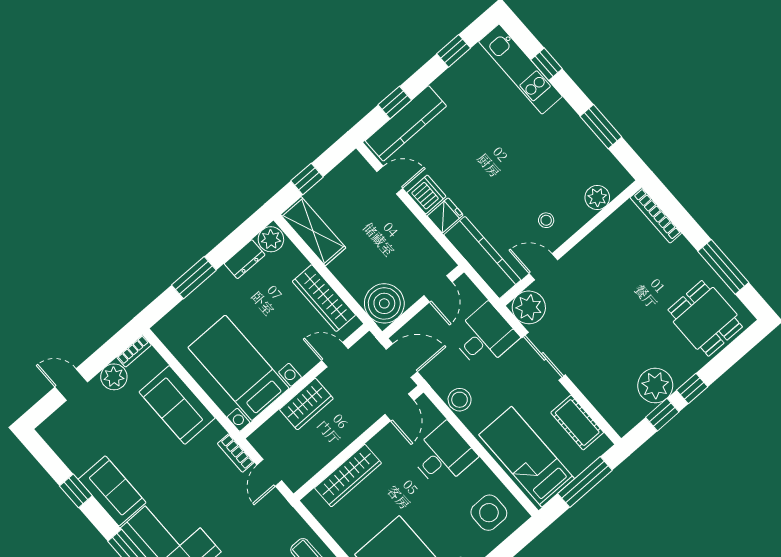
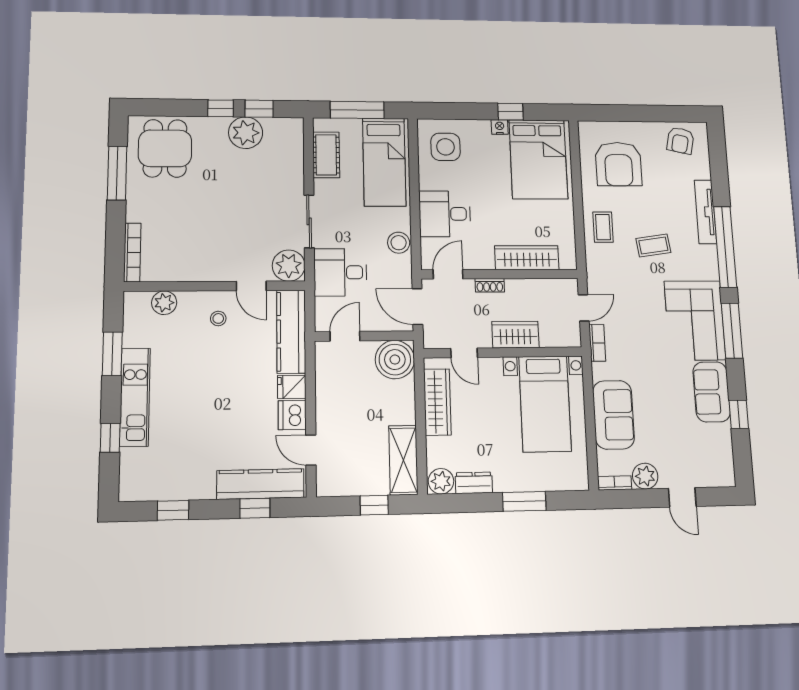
kitchen unit: (520, 69) -> (135, 397), moved
shoe rack: (359, 427) -> (490, 285), added

